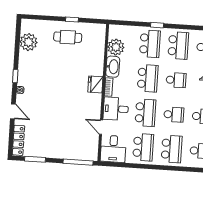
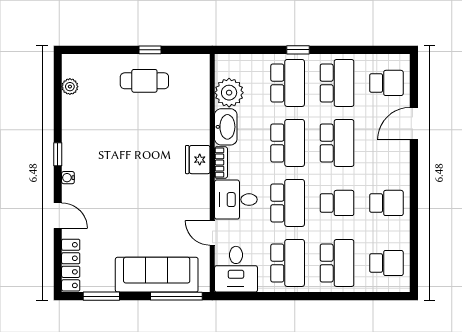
plant: (29, 42) -> (70, 87), width x0.53, depth x0.53
school desk: (176, 80) -> (337, 143), width x1.85
sofa: (68, 149) -> (157, 275), added

